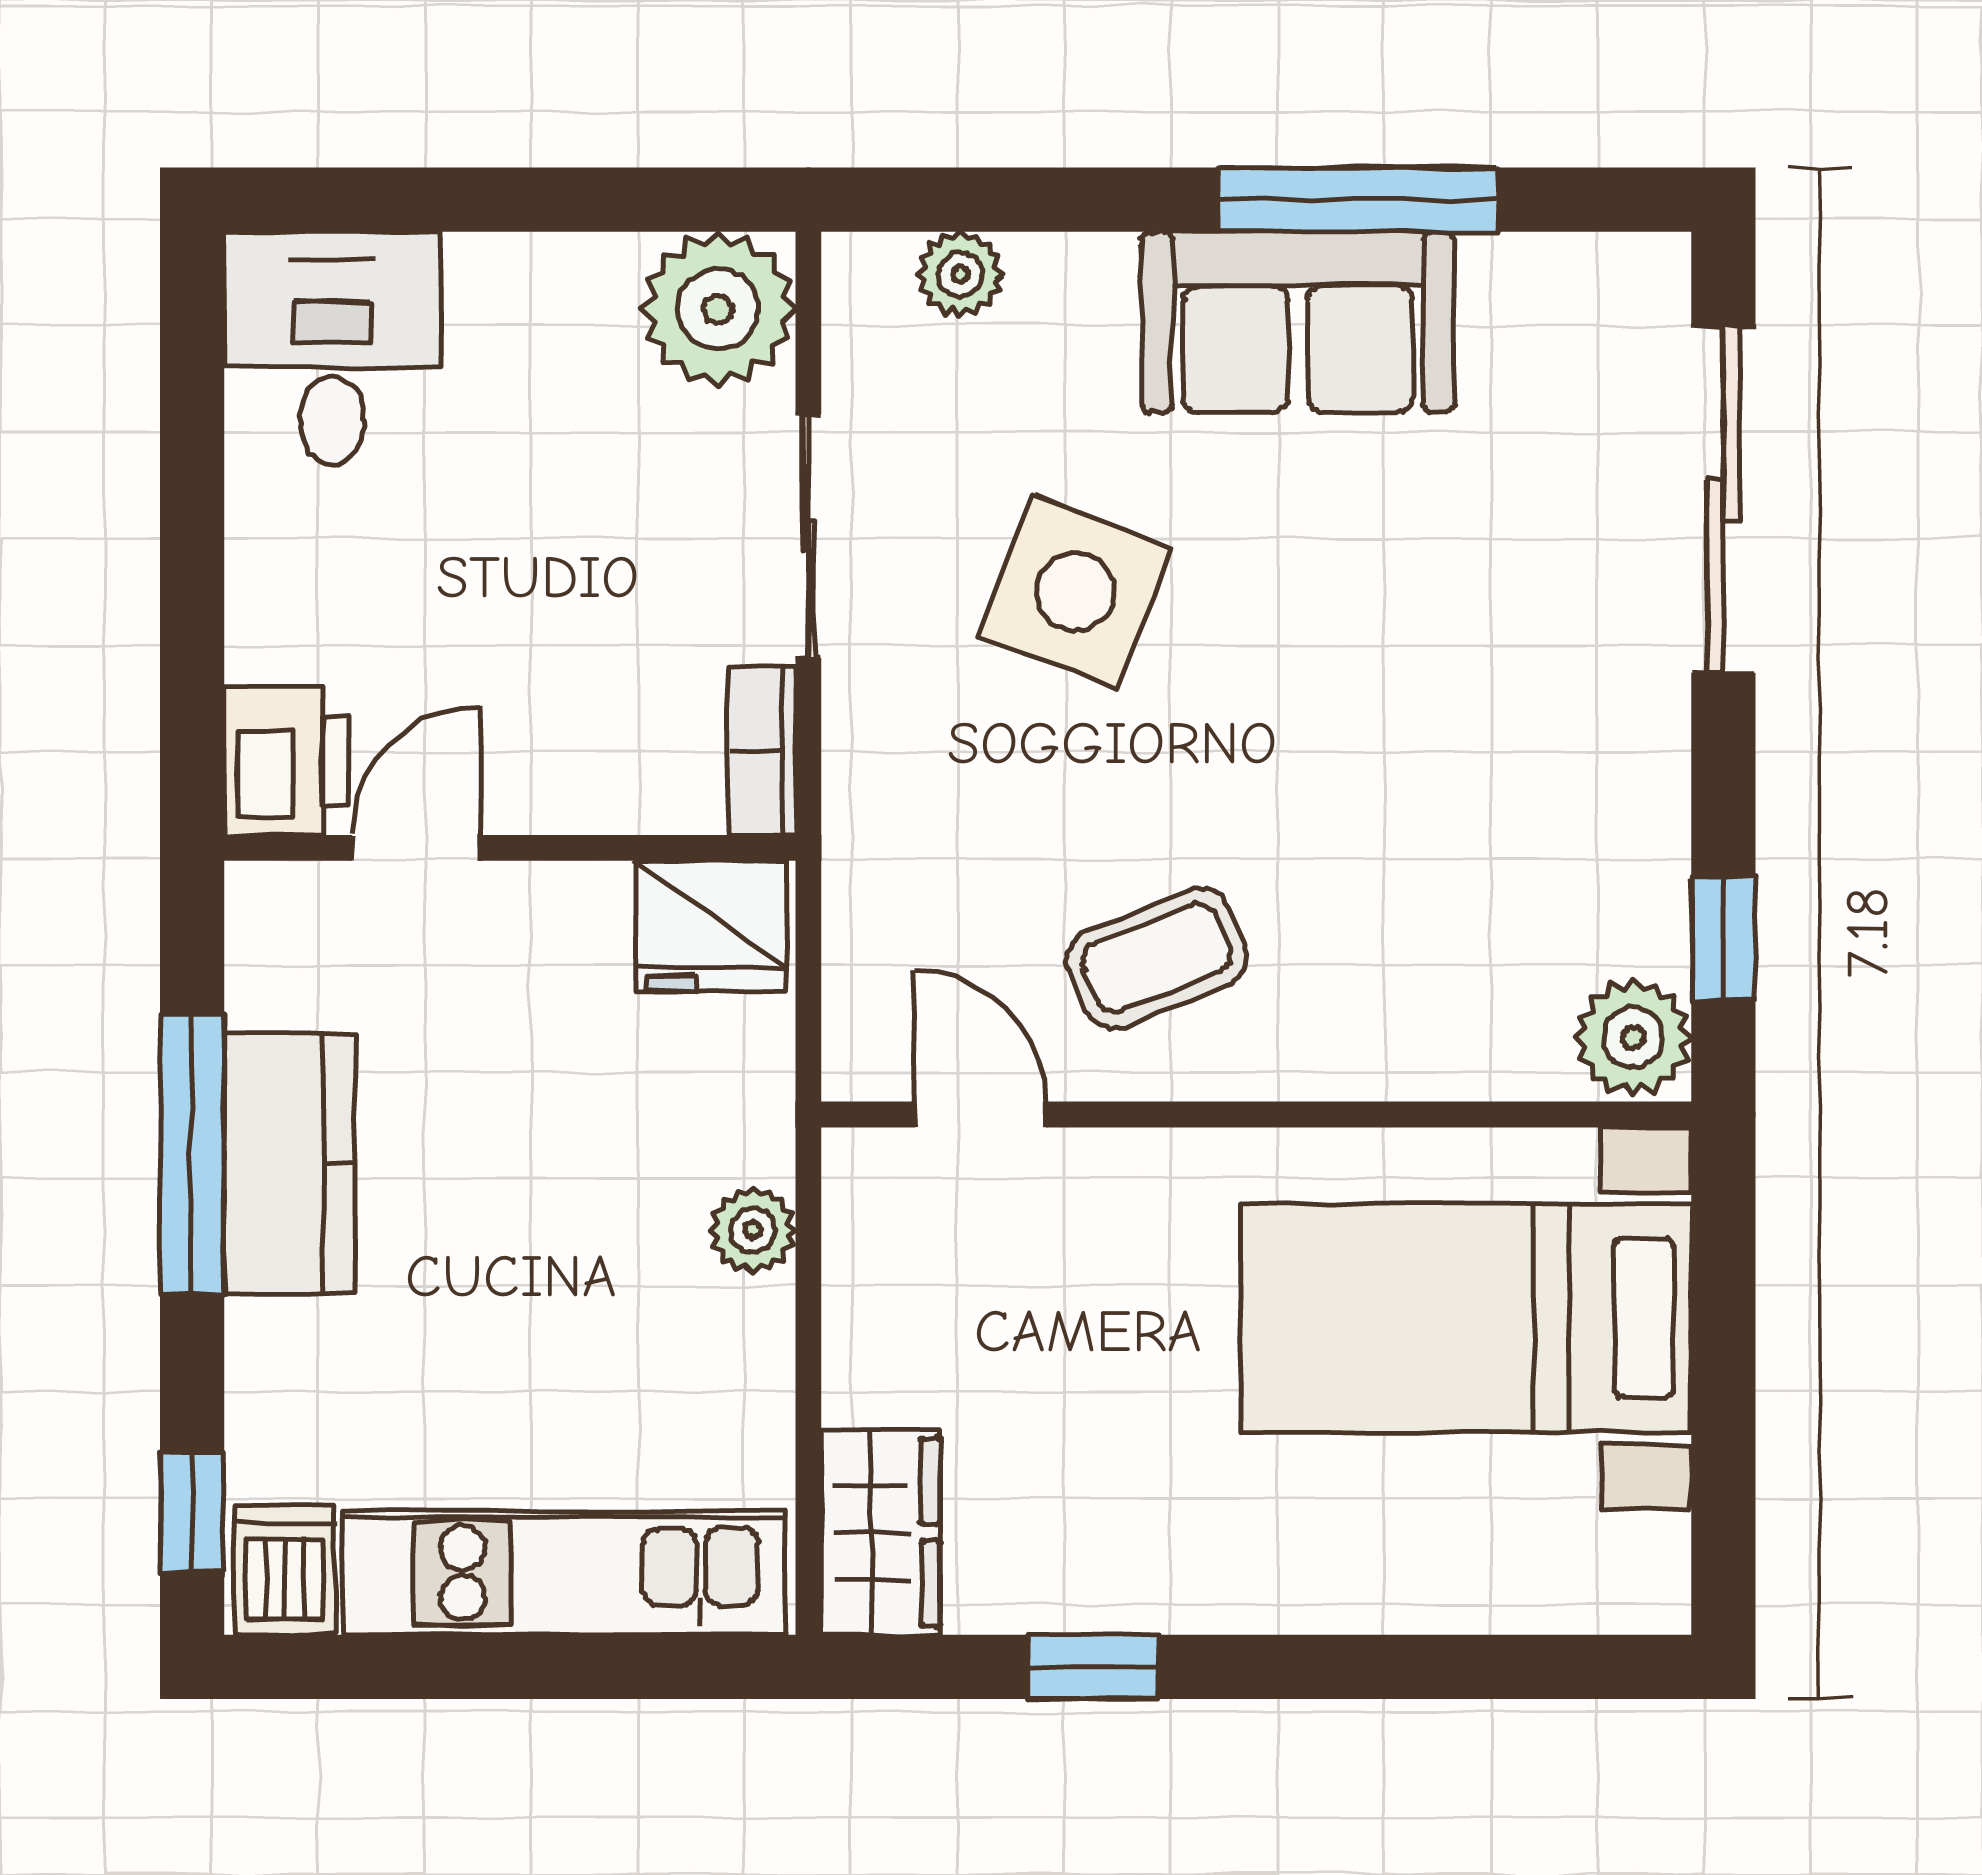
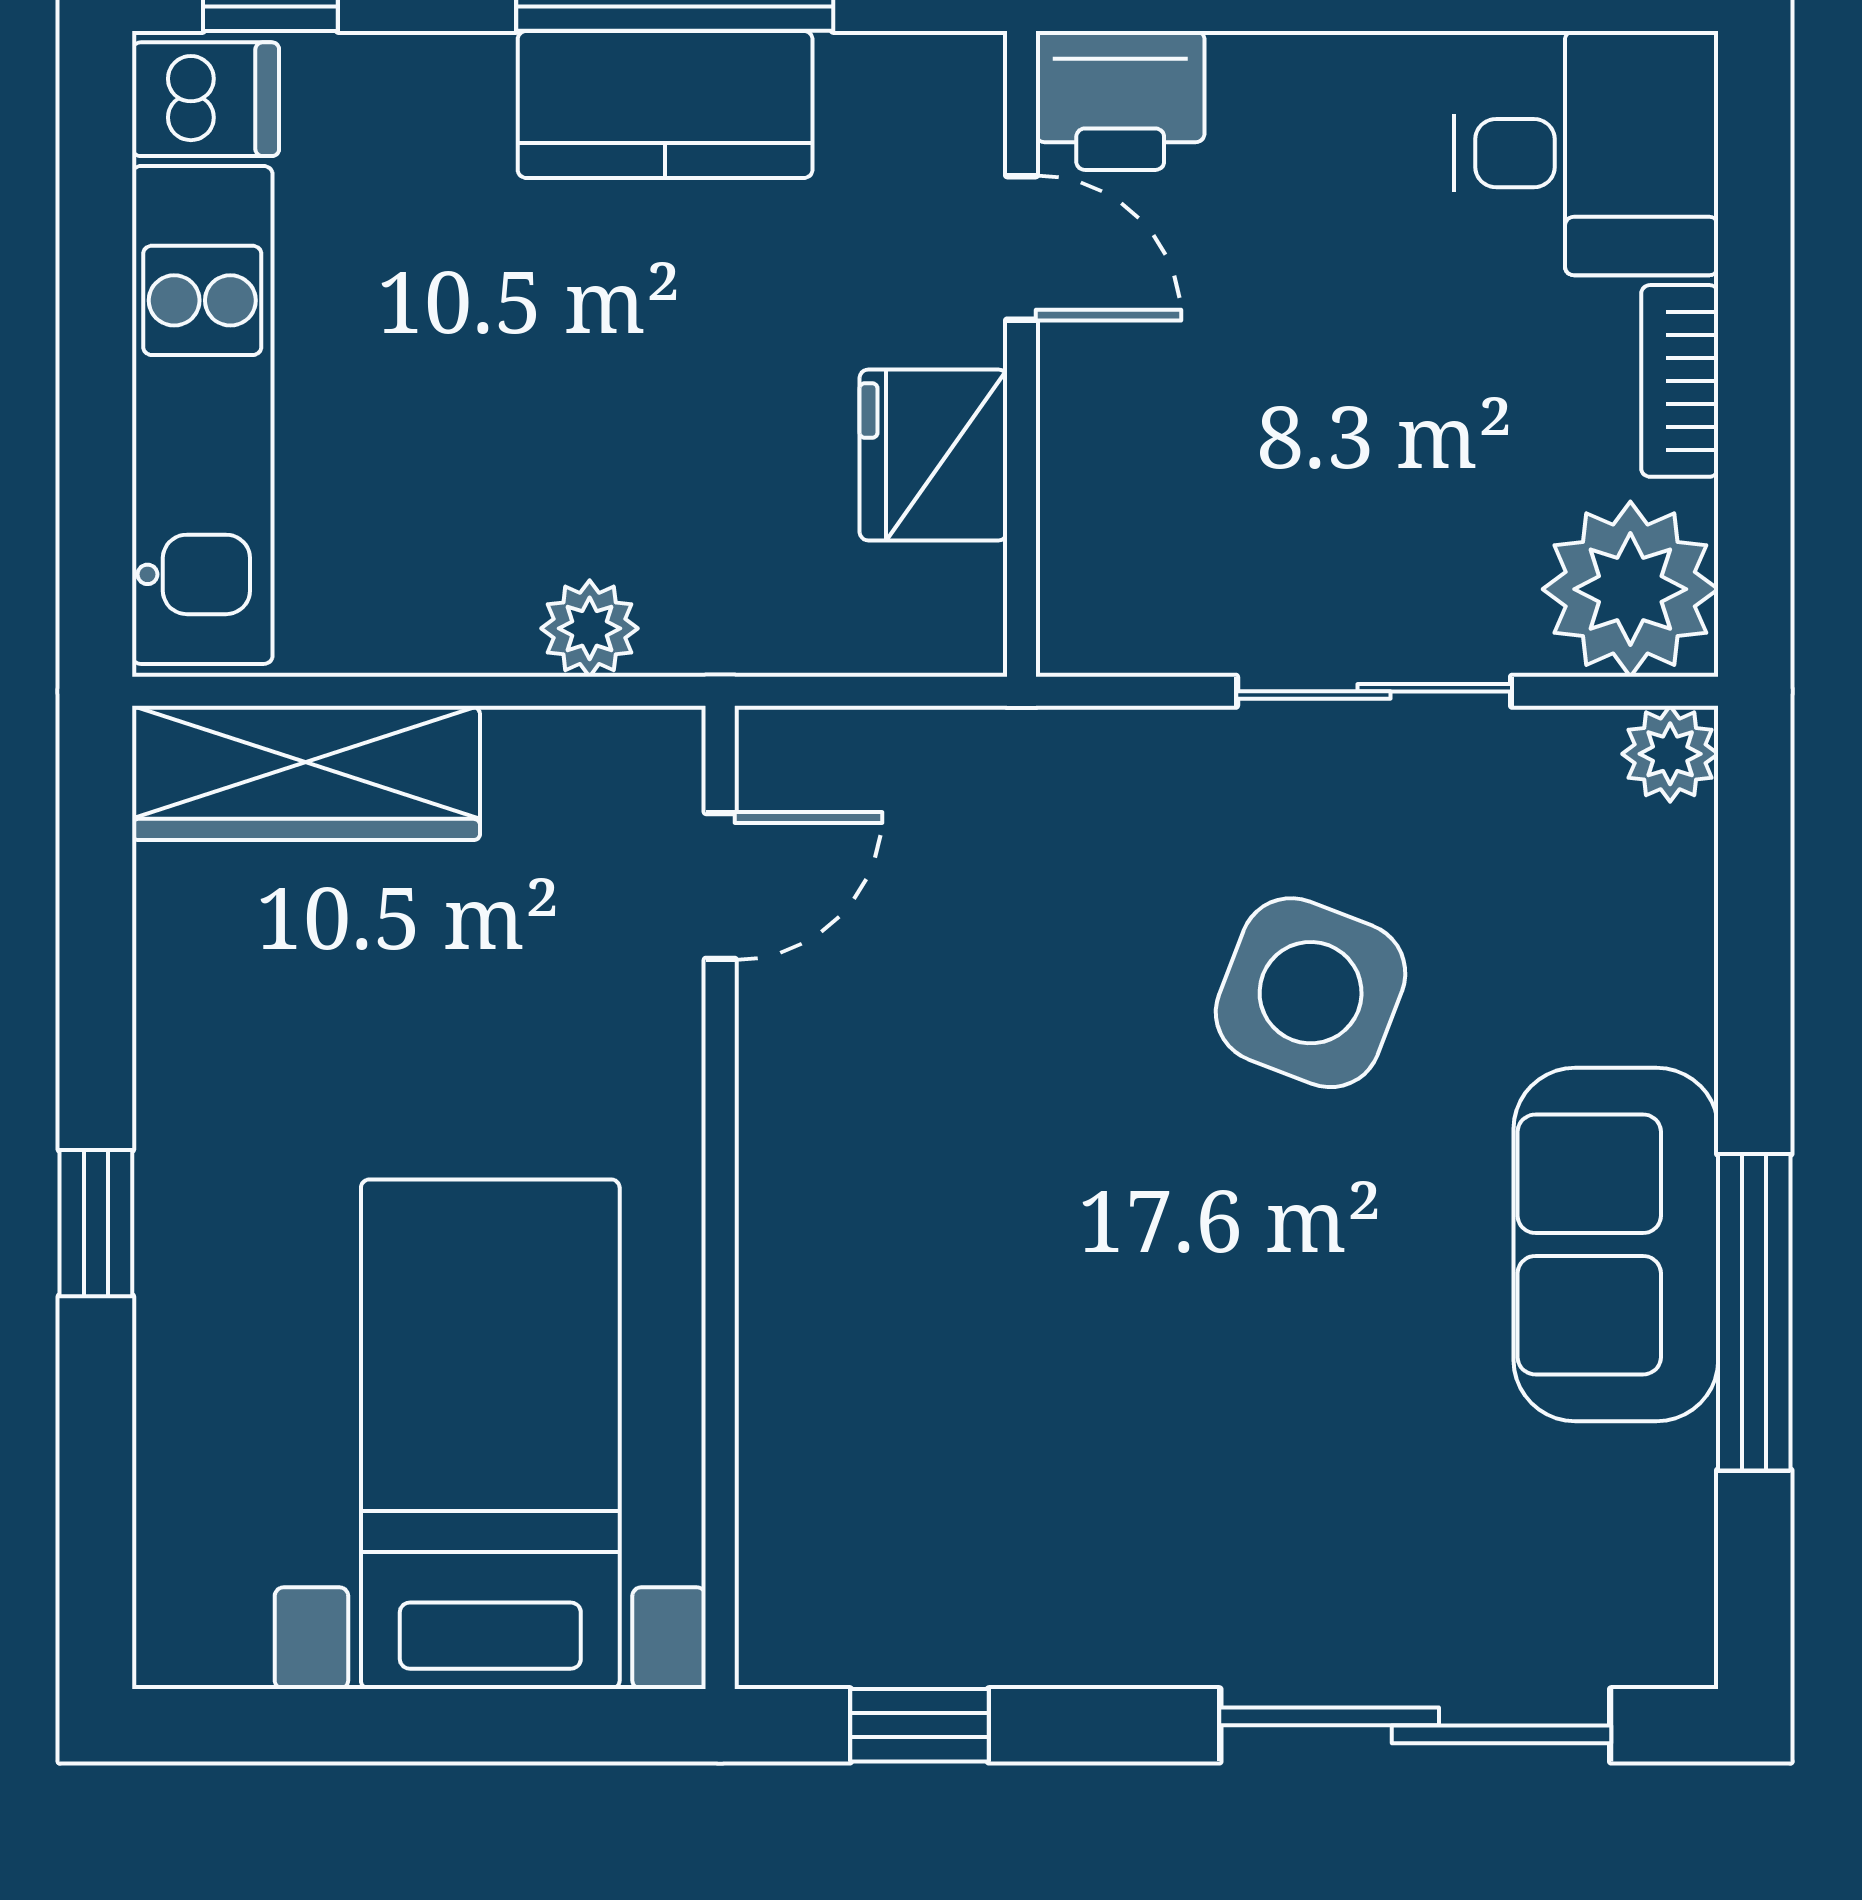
plant: (960, 274) -> (1670, 754), moved
bookcase: (762, 750) -> (1680, 381), moved, turned -90
fridge: (711, 926) -> (933, 455), moved
coffee table: (1157, 958) -> (897, 1085), removed
plant: (1633, 1037) -> (807, 1623), removed
wardrobe: (881, 1532) -> (306, 773), width x1.50
window: (1093, 1667) -> (96, 1223), moved

